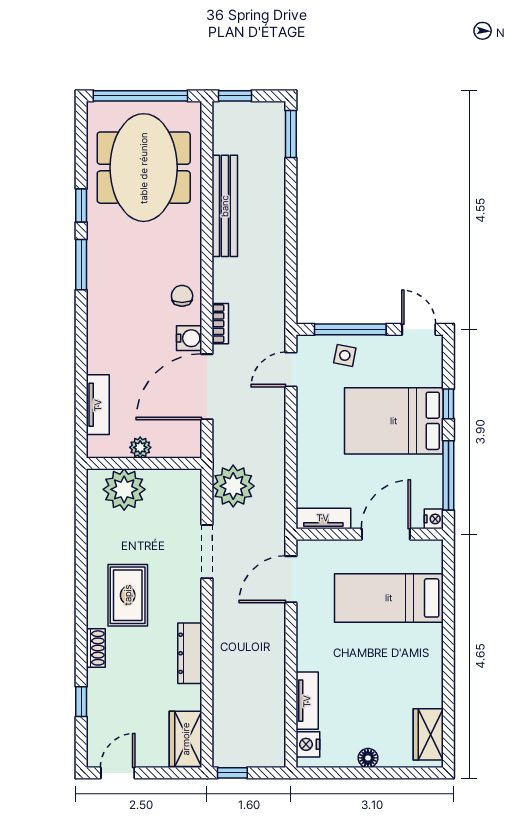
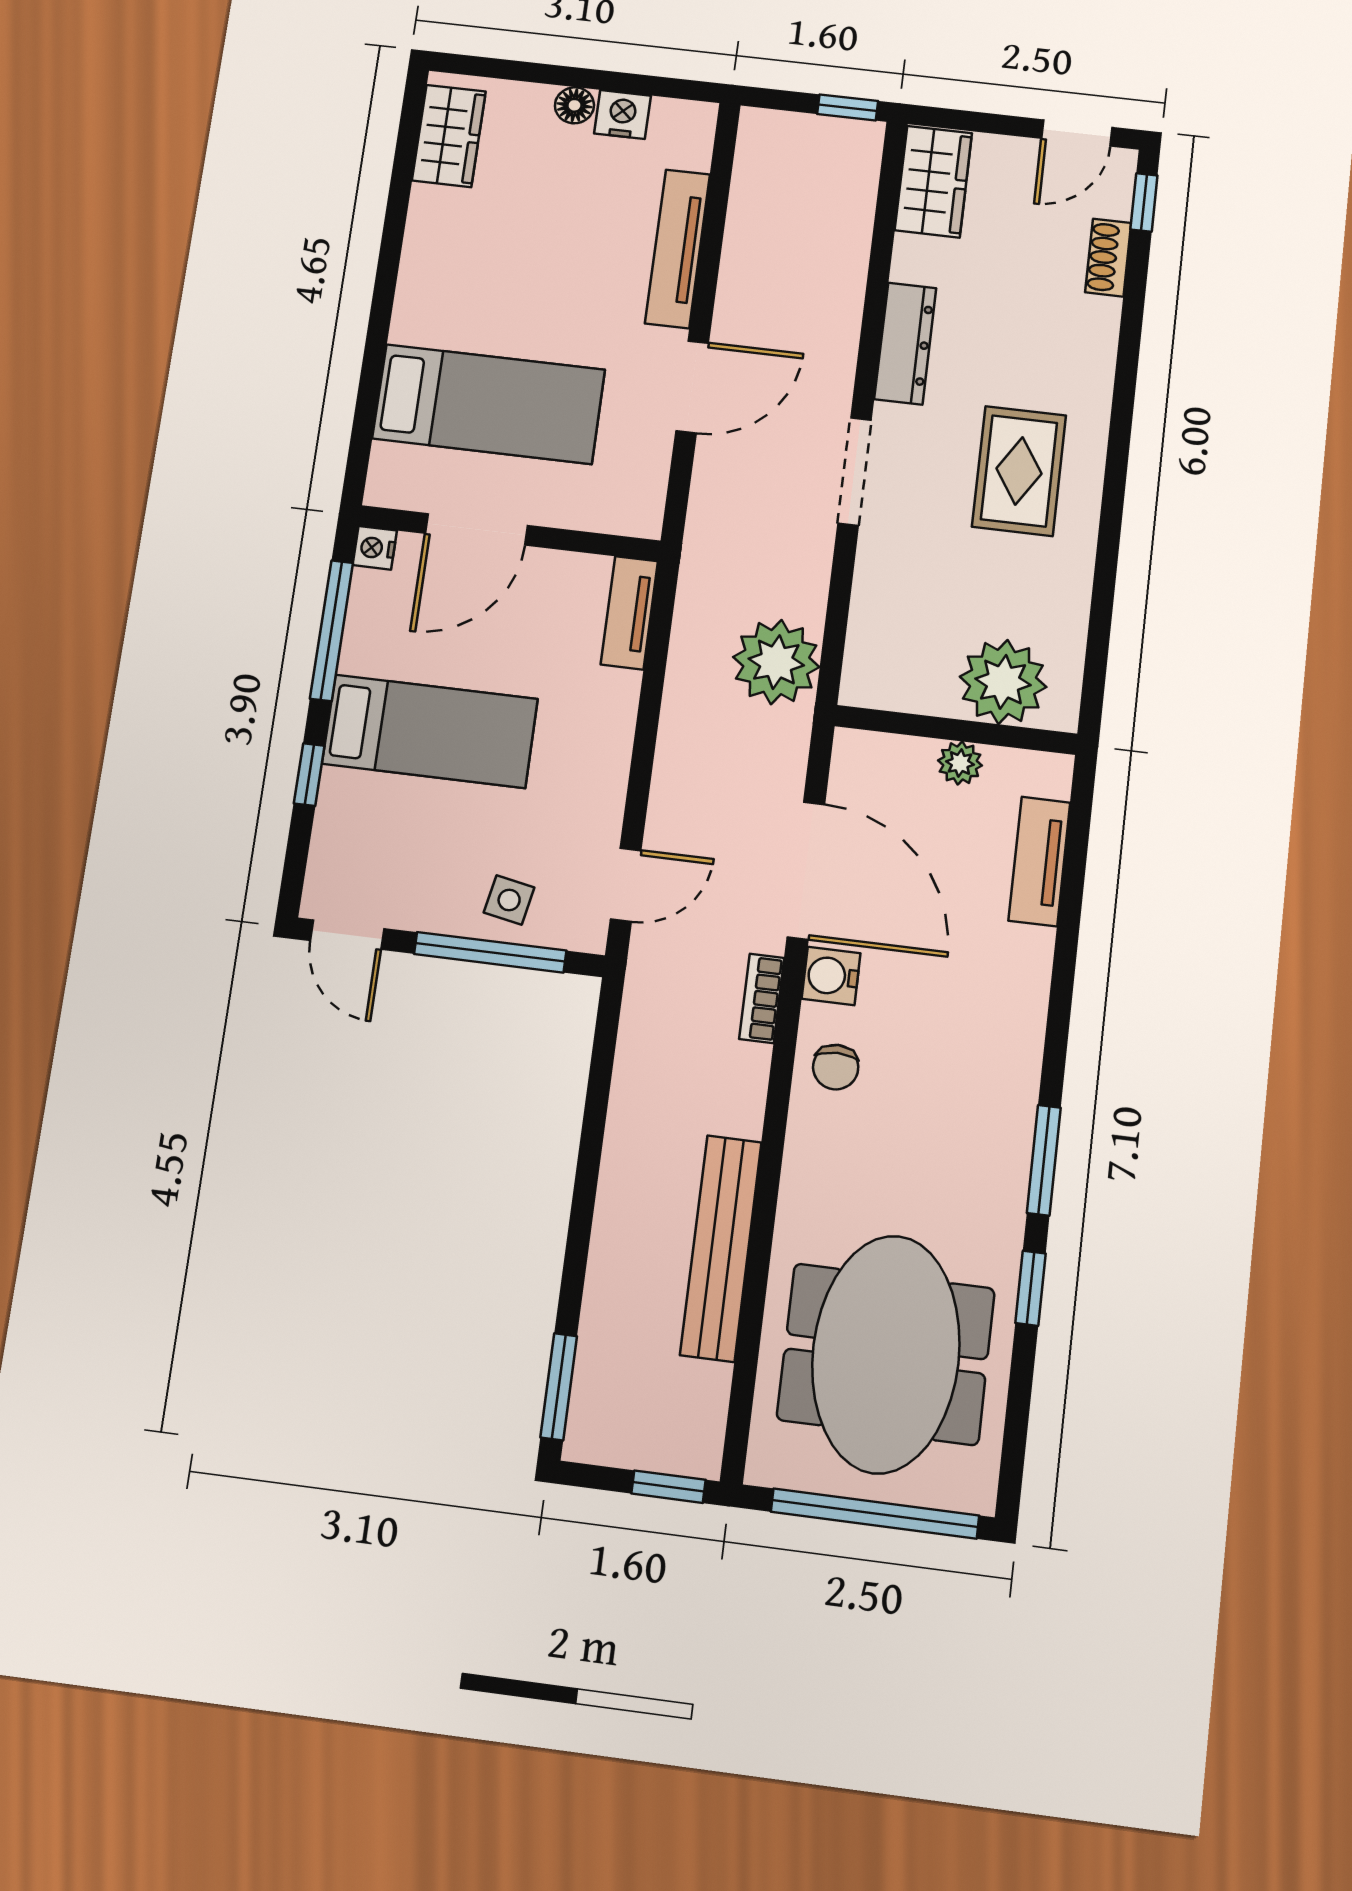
door: (207, 387) -> (806, 870), hinge flipped
bed: (394, 421) -> (430, 731), width x0.67
tv unit: (323, 518) -> (629, 613), moved, turned 90
doorway: (207, 552) -> (855, 471), moved
door: (291, 579) -> (692, 387), moved
shoe rack: (96, 648) -> (1108, 258), moved
tv unit: (307, 701) -> (678, 249), width x1.41
window: (81, 702) -> (1144, 202), moved
nightstand: (308, 744) -> (623, 115), moved, turned -90

